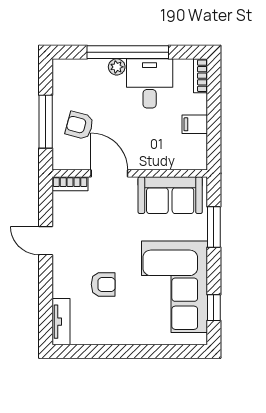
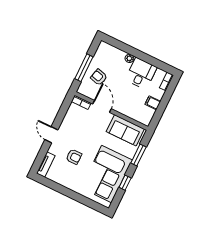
window: (128, 52) -> (138, 54), removed
door: (46, 241) -> (51, 135), moved
window: (214, 308) -> (125, 183), moved

